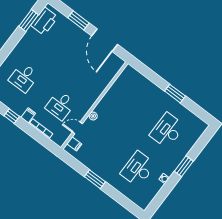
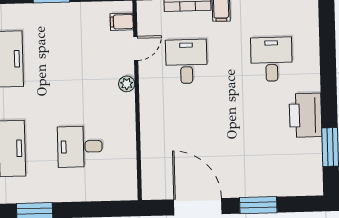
printer: (44, 21) -> (306, 115), moved
desk: (134, 105) -> (80, 147), added

